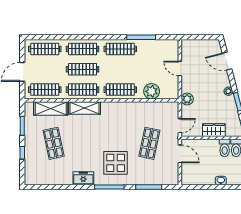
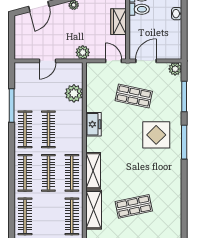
clothes rail: (120, 90) -> (48, 129), moved
freezer: (83, 178) -> (93, 124), moved, turned 180
plant: (173, 179) -> (175, 69), added

